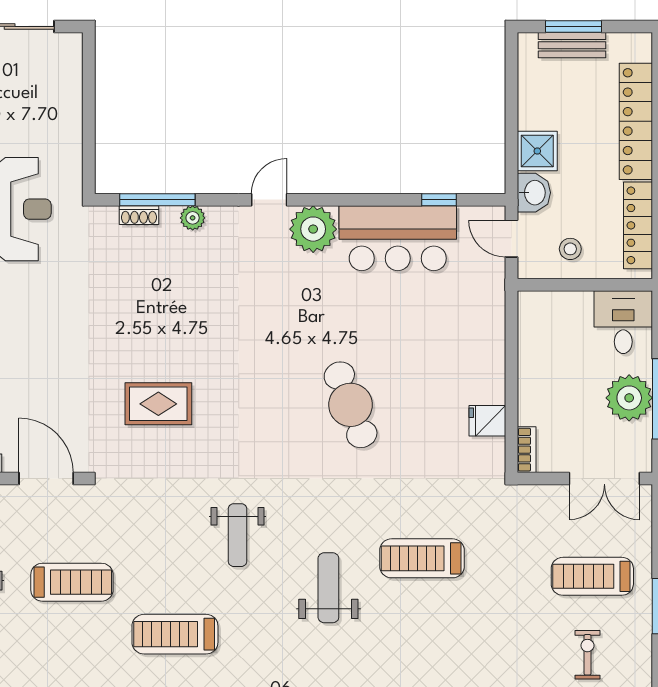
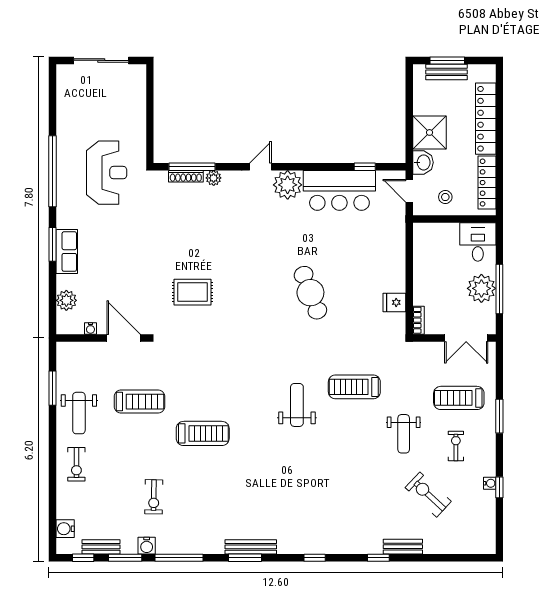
shower: (537, 151) -> (430, 132), width x1.36, depth x1.36
shoe rack: (139, 215) -> (186, 176), width x1.43
weight bench: (237, 535) -> (404, 434), moved
treadmill: (175, 634) -> (203, 433), turned 180

